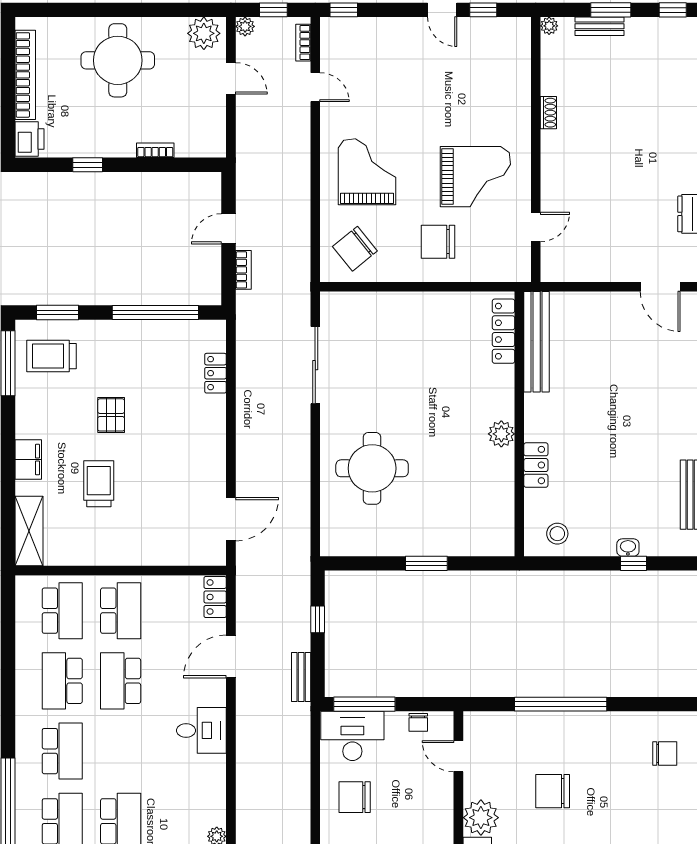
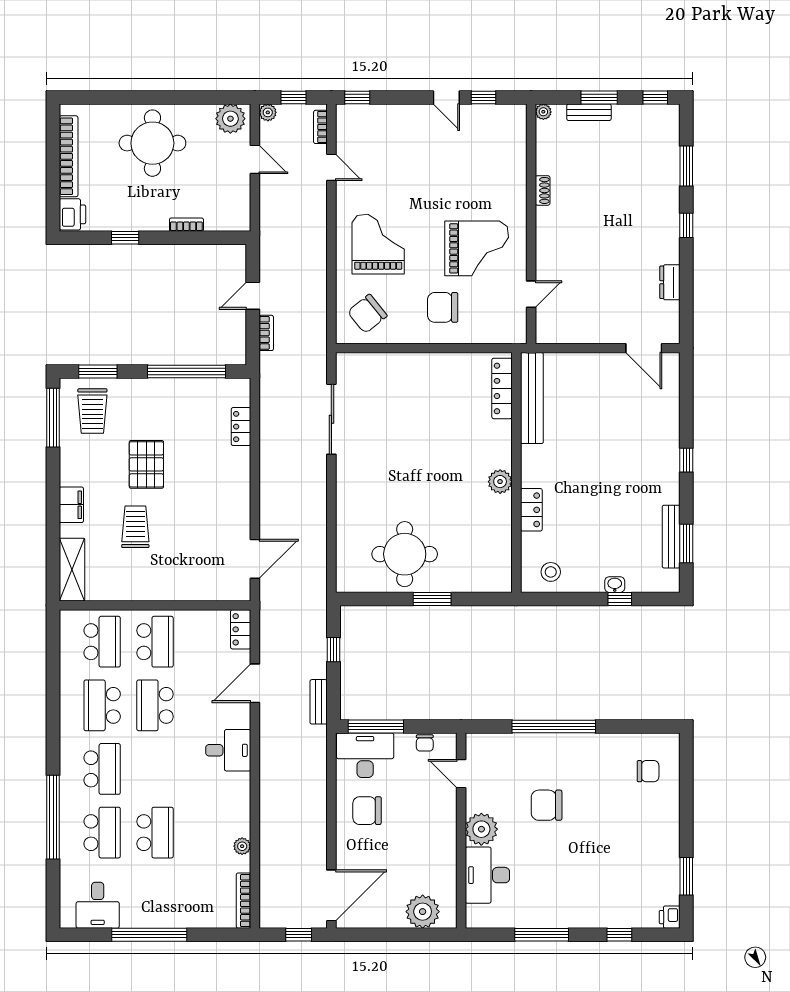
trolley: (51, 356) -> (92, 411), turned -90
pallet: (111, 415) -> (146, 464), width x1.50, depth x1.42
round table: (372, 468) -> (405, 554), moved

